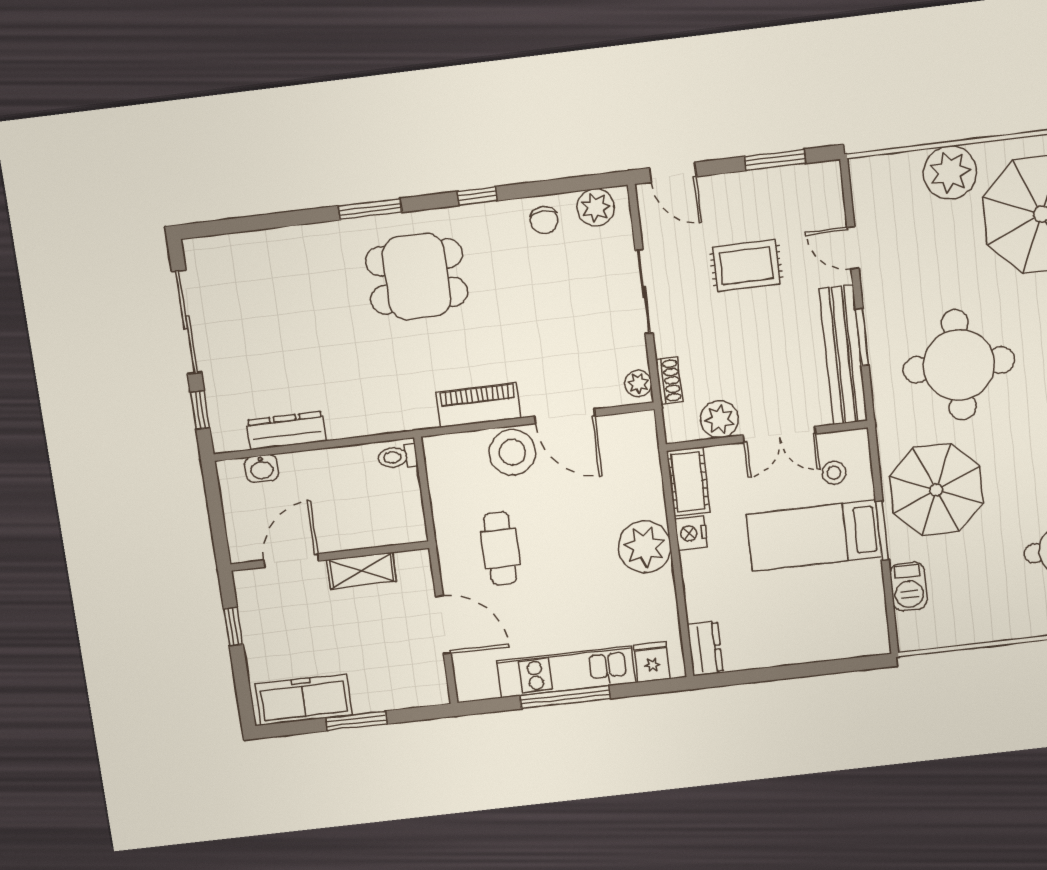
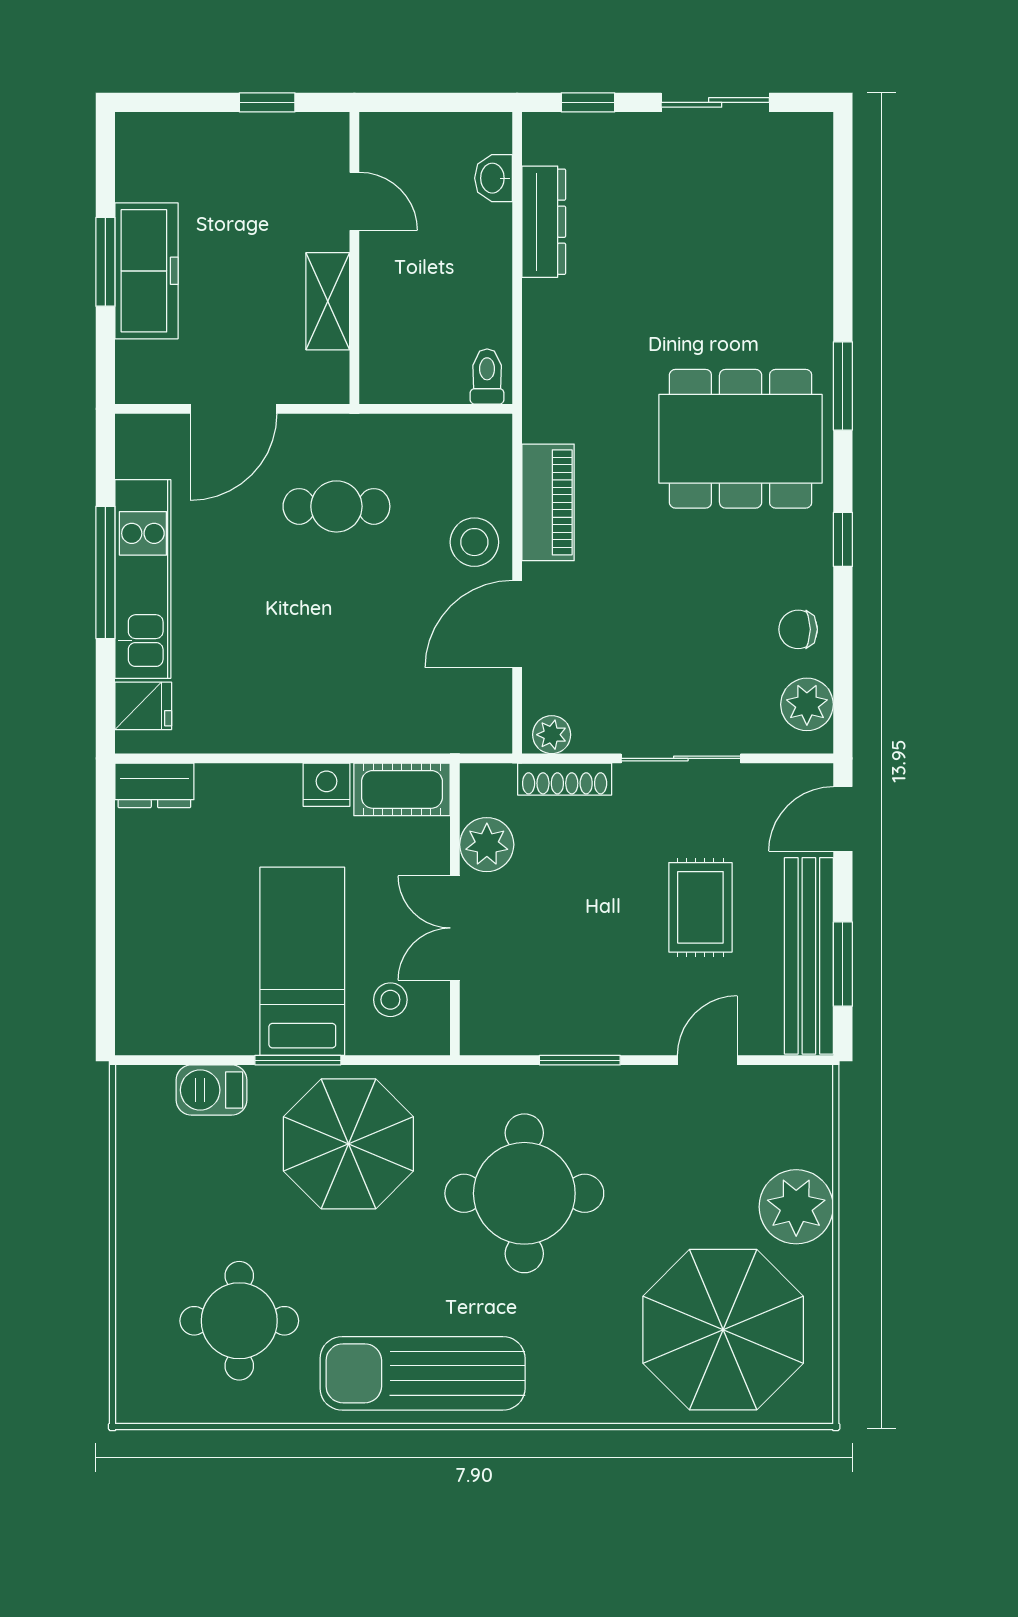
dining table: (417, 277) -> (741, 439), width x1.38
sliding door: (187, 322) -> (715, 102), width x0.73
bench: (843, 355) -> (809, 956), moved, turned 90
shoe rack: (669, 381) -> (565, 779), width x1.43
stool: (512, 452) -> (474, 542), width x0.73, depth x0.73
plant: (645, 547) -> (315, 715), removed
door: (291, 561) -> (354, 201), width x0.73
freezer: (304, 699) -> (146, 271), moved

